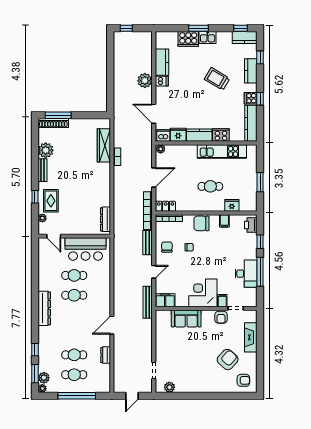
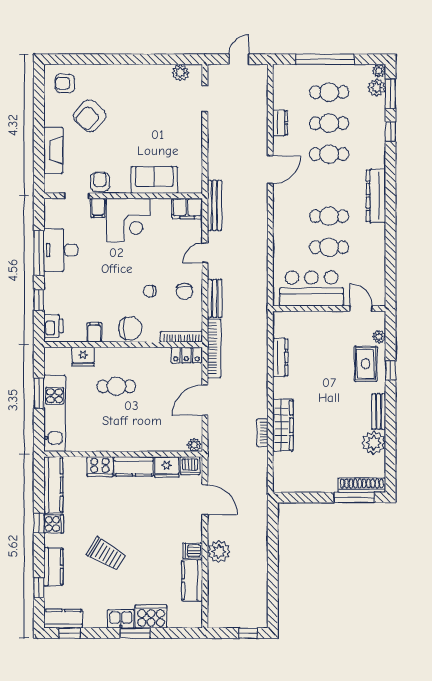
wardrobe: (104, 145) -> (283, 425), moved
kitchen unit: (222, 151) -> (55, 413), moved, turned 90
dresser: (105, 219) -> (280, 357), moved
cafe table: (74, 335) -> (329, 154), added

